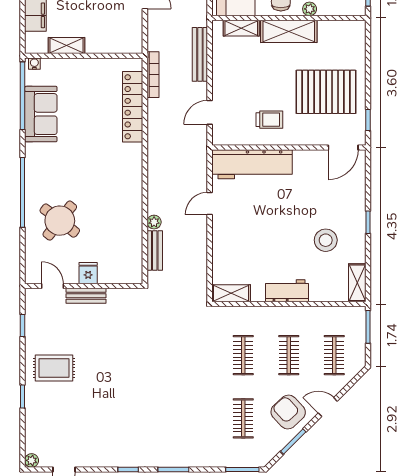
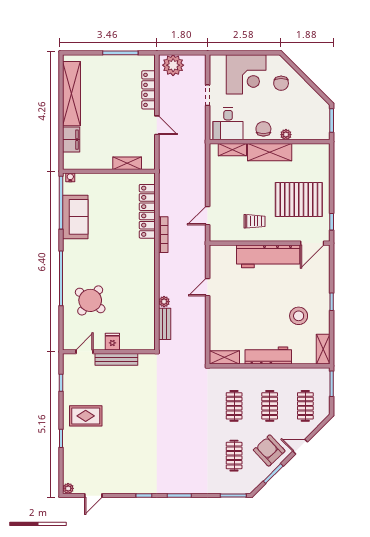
shelving: (66, 45) -> (127, 163), moved
bench: (200, 54) -> (200, 170), removed
bookcase: (153, 75) -> (163, 235), moved
workbench: (252, 164) -> (268, 256), moved
door: (52, 286) -> (84, 352), hinge flipped
workbench: (287, 291) -> (268, 355), width x1.38
bench: (86, 296) -> (116, 359), width x1.36

